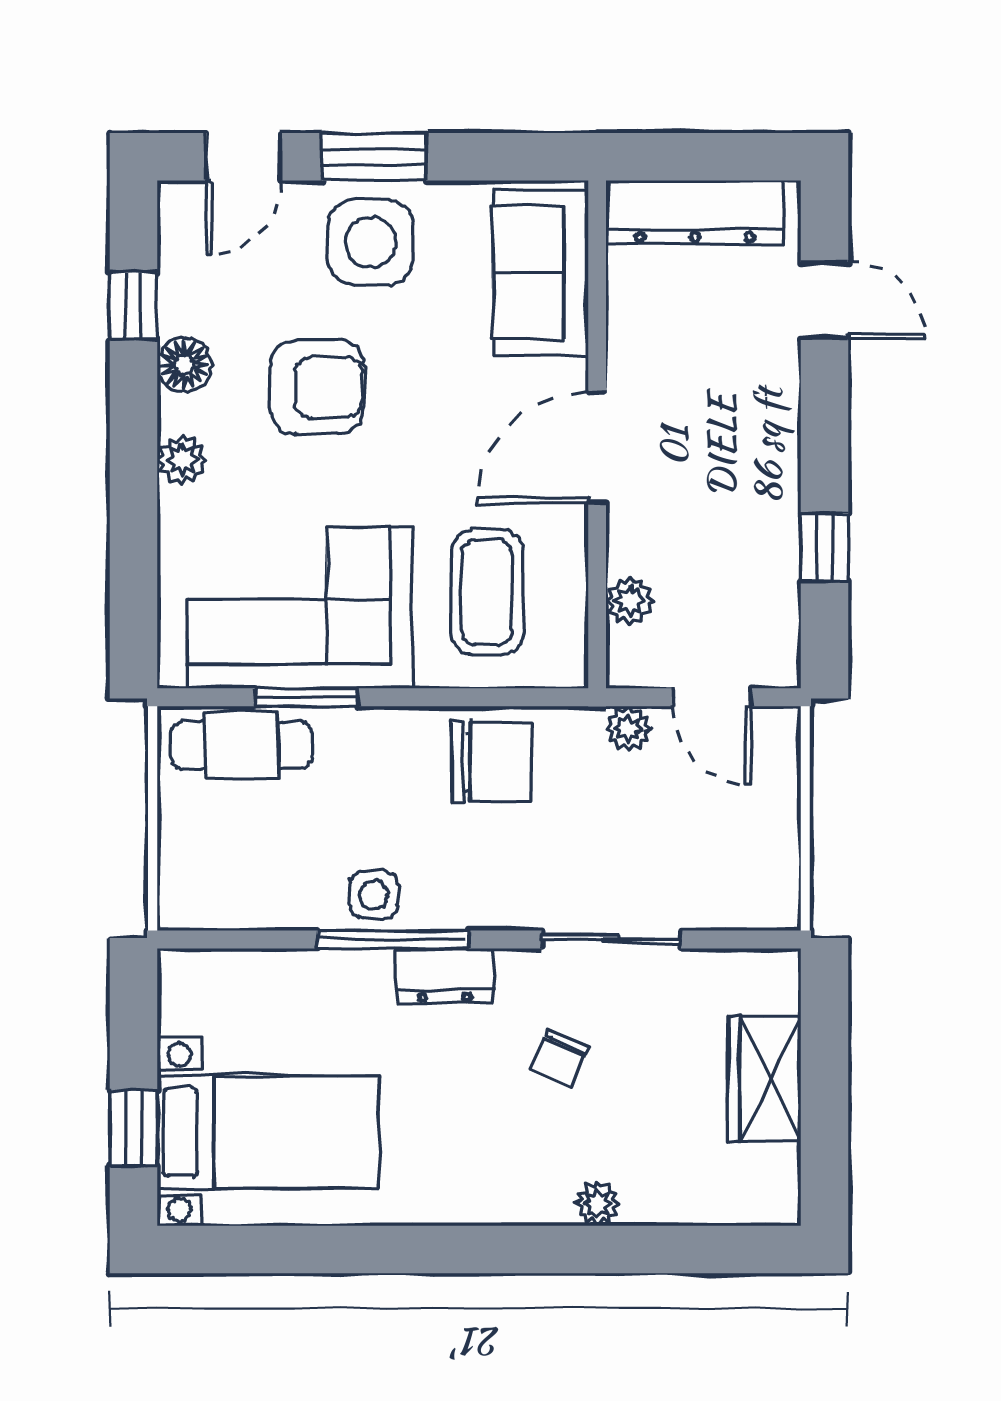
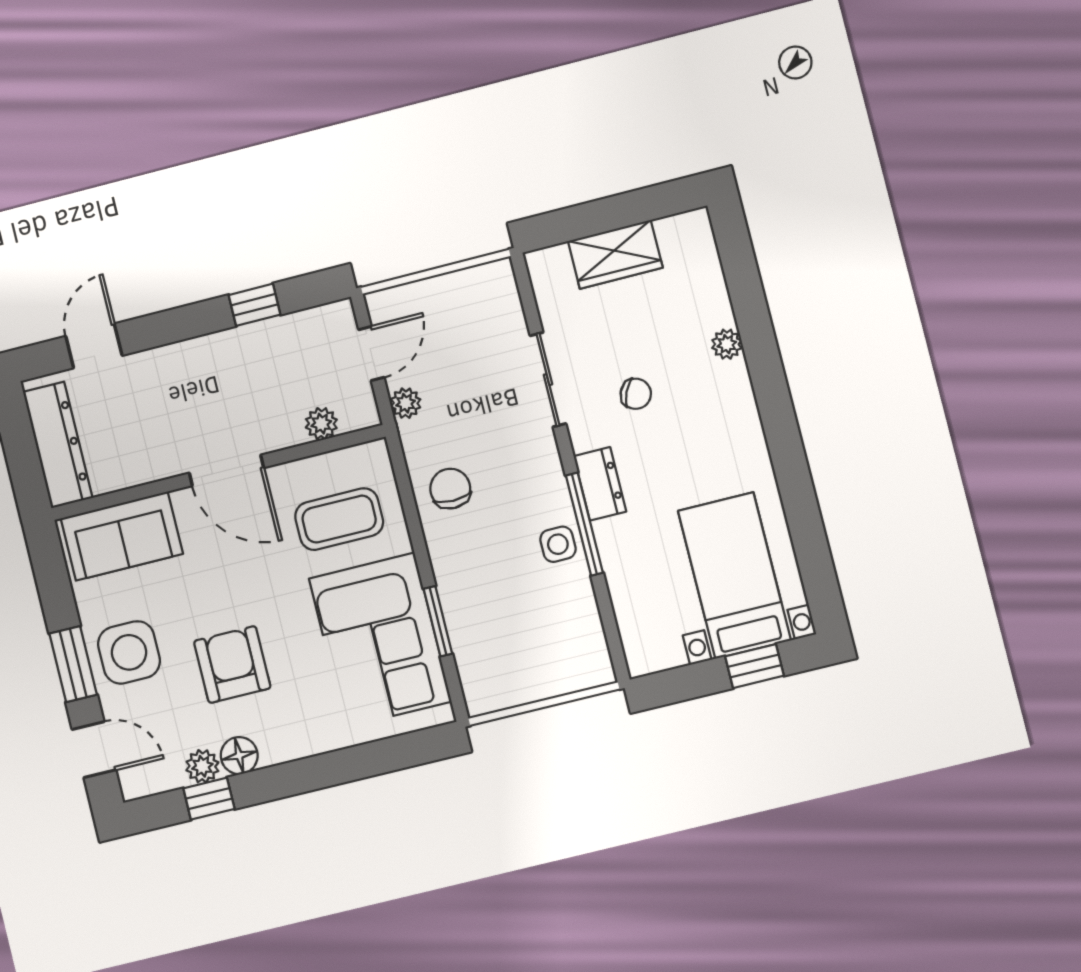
plant: (182, 460) -> (202, 766), moved
cafe table: (241, 745) -> (480, 657), removed
chair: (491, 762) -> (450, 489), width x0.73, depth x0.73

